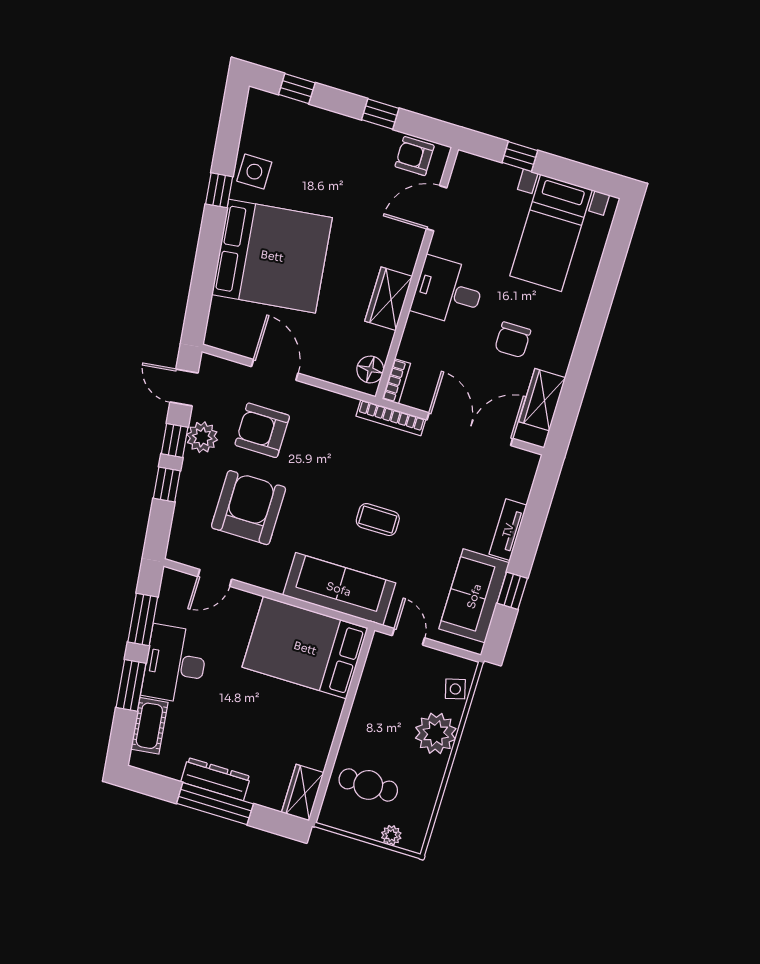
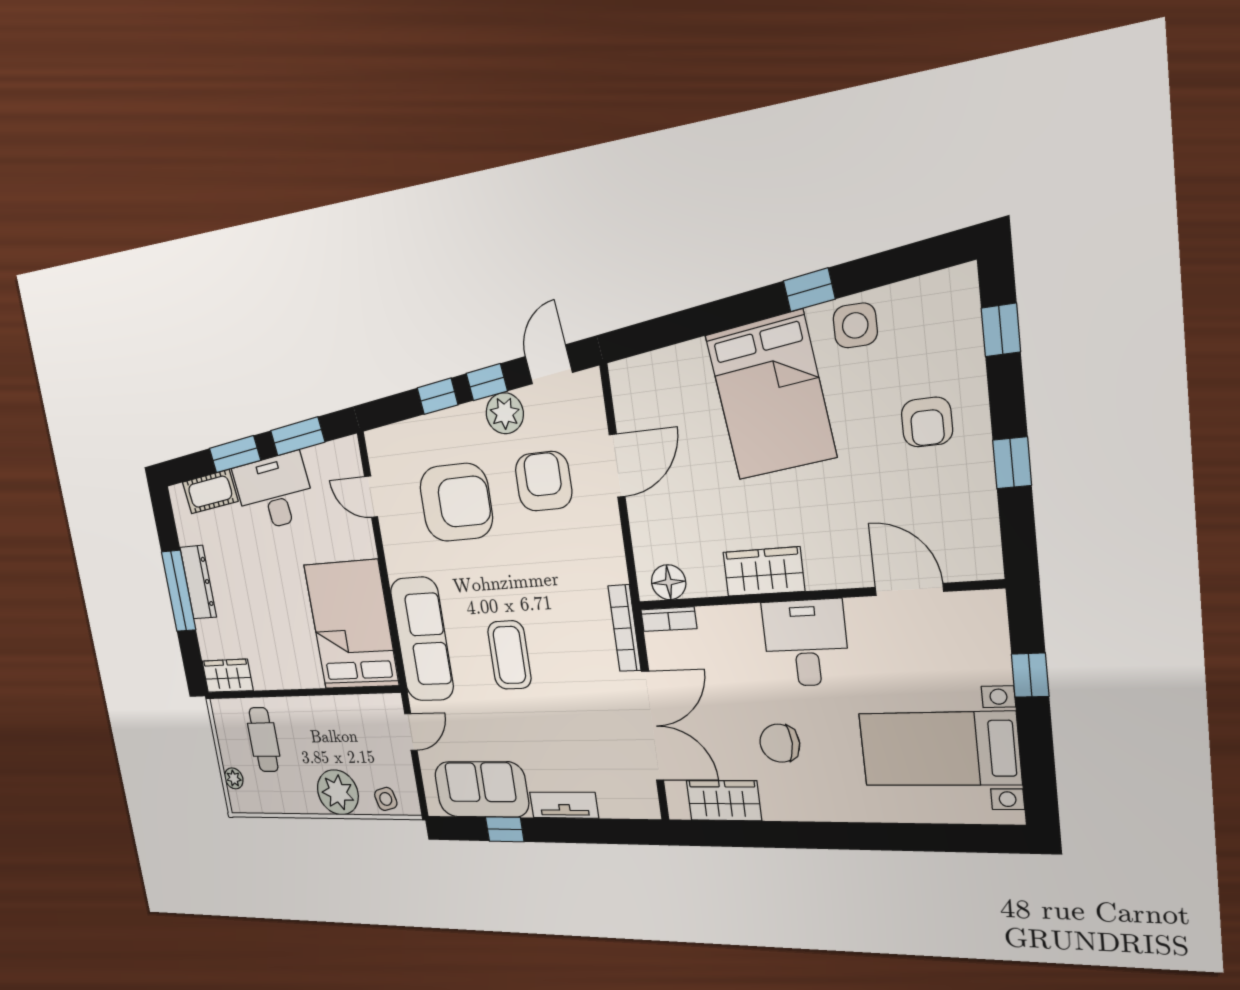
armchair: (415, 156) -> (927, 422), moved, turned 180
bed: (272, 256) -> (771, 396), width x0.73
coffee table: (378, 520) -> (509, 655), width x1.36, depth x1.30

